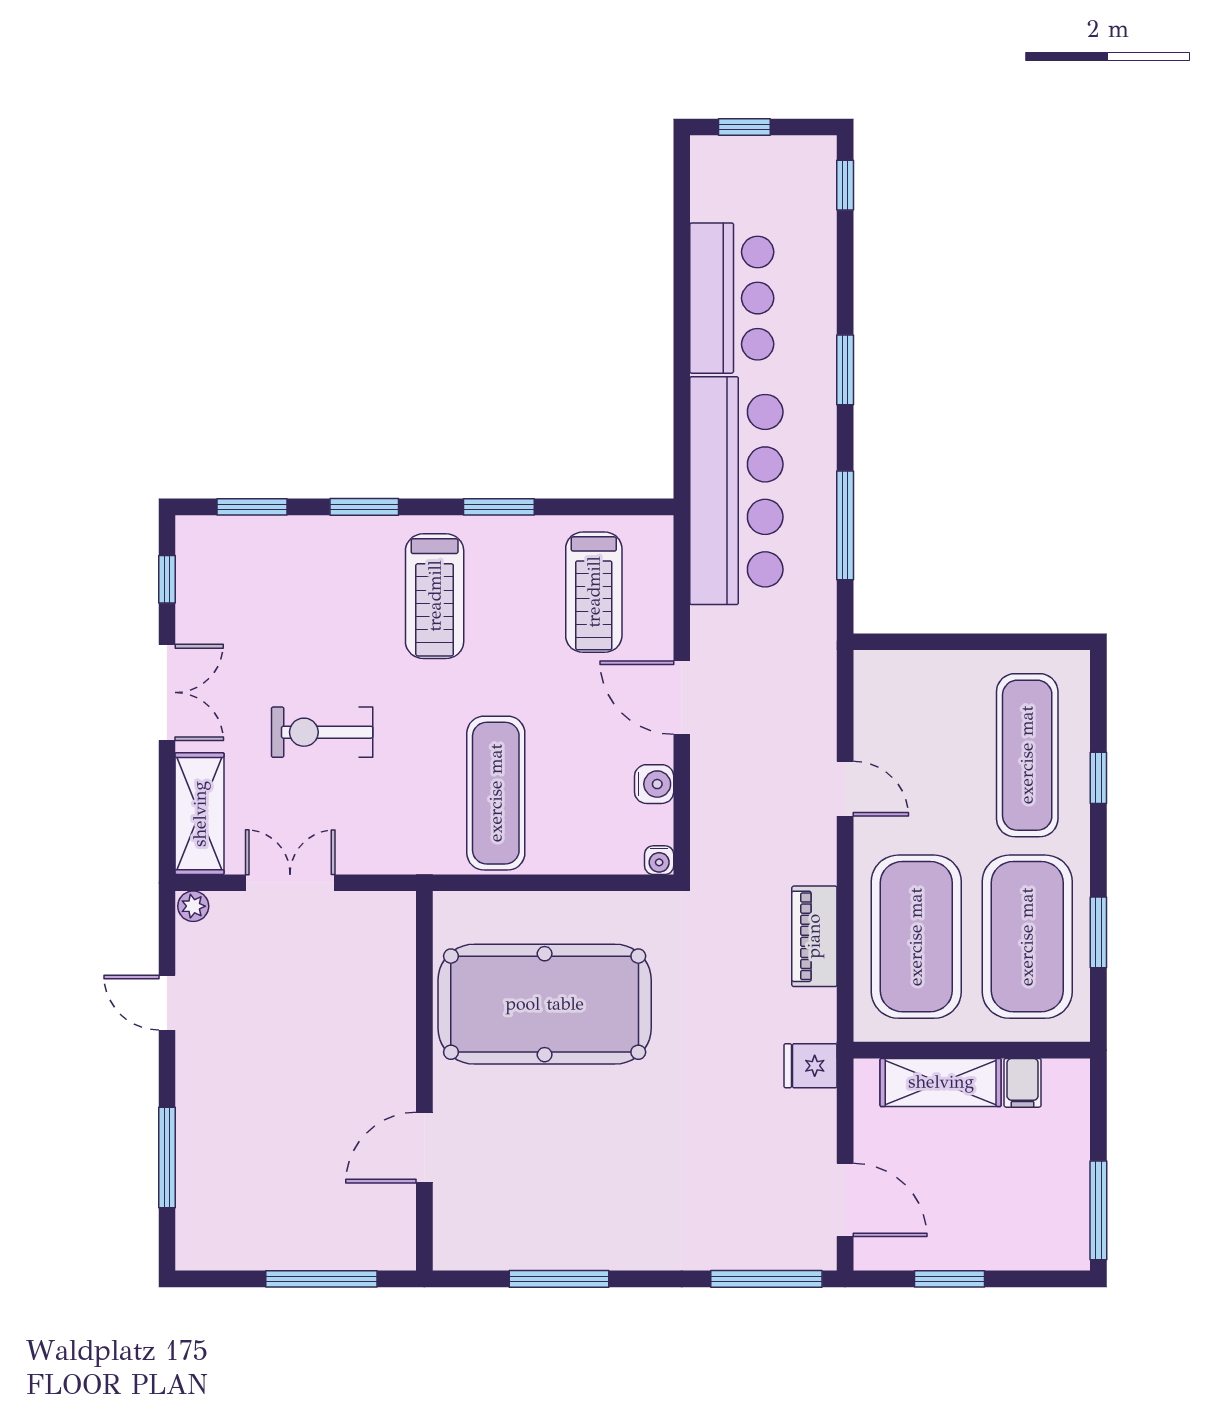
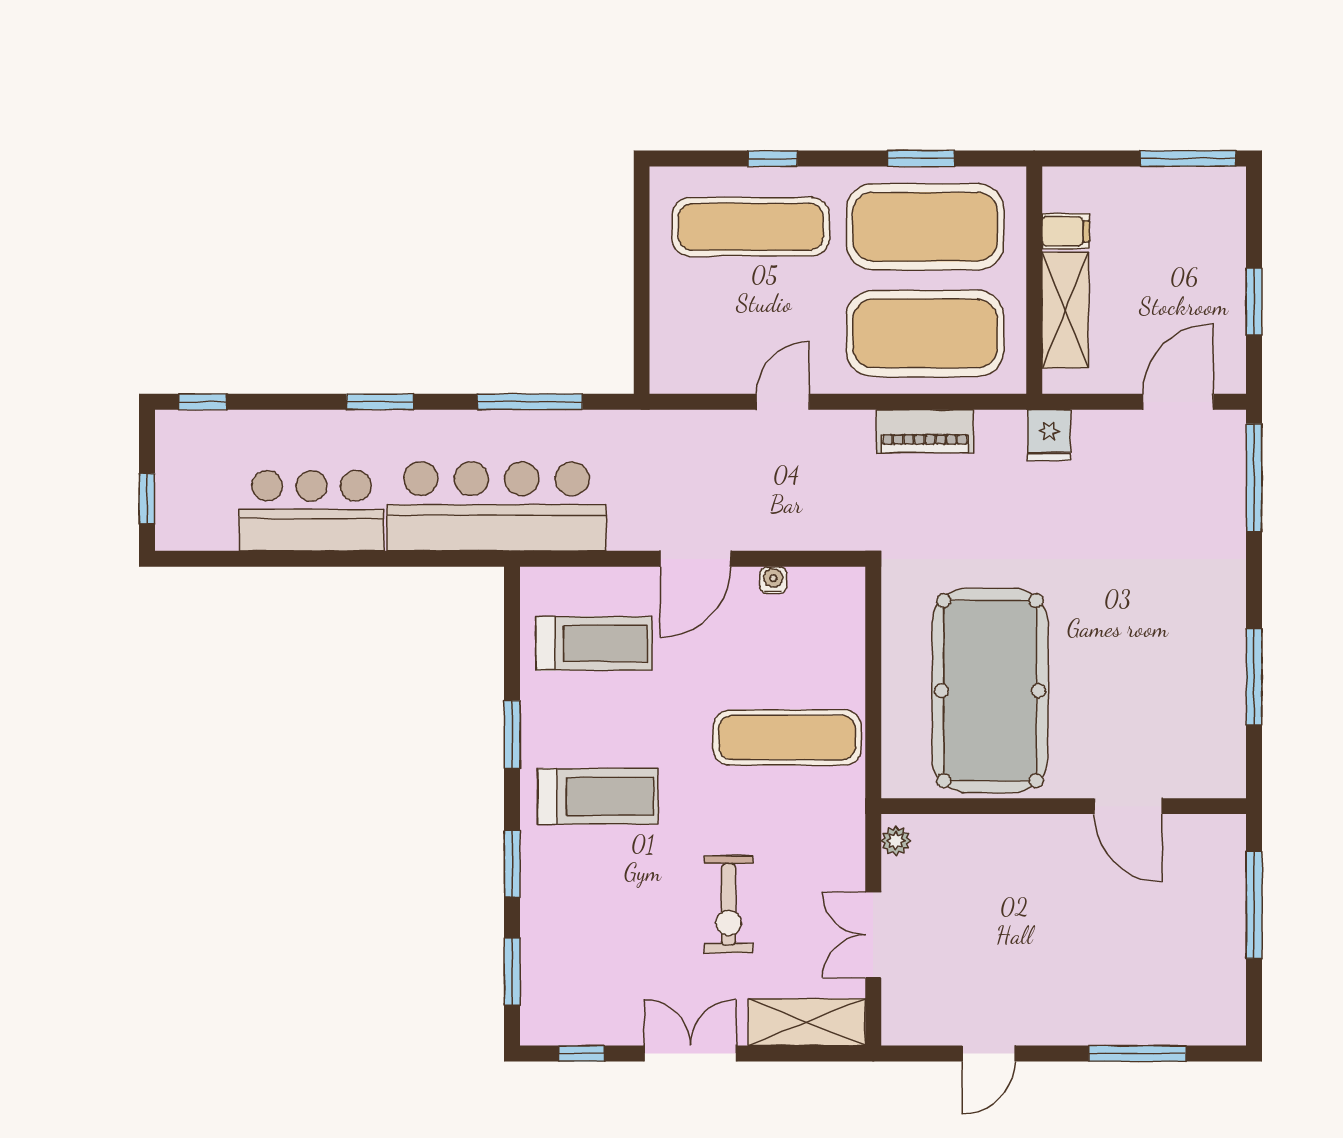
water cooler: (654, 784) -> (773, 580), width x0.72, depth x0.72
water cooler: (659, 860) -> (852, 581), removed
plant: (193, 906) -> (896, 841), moved

